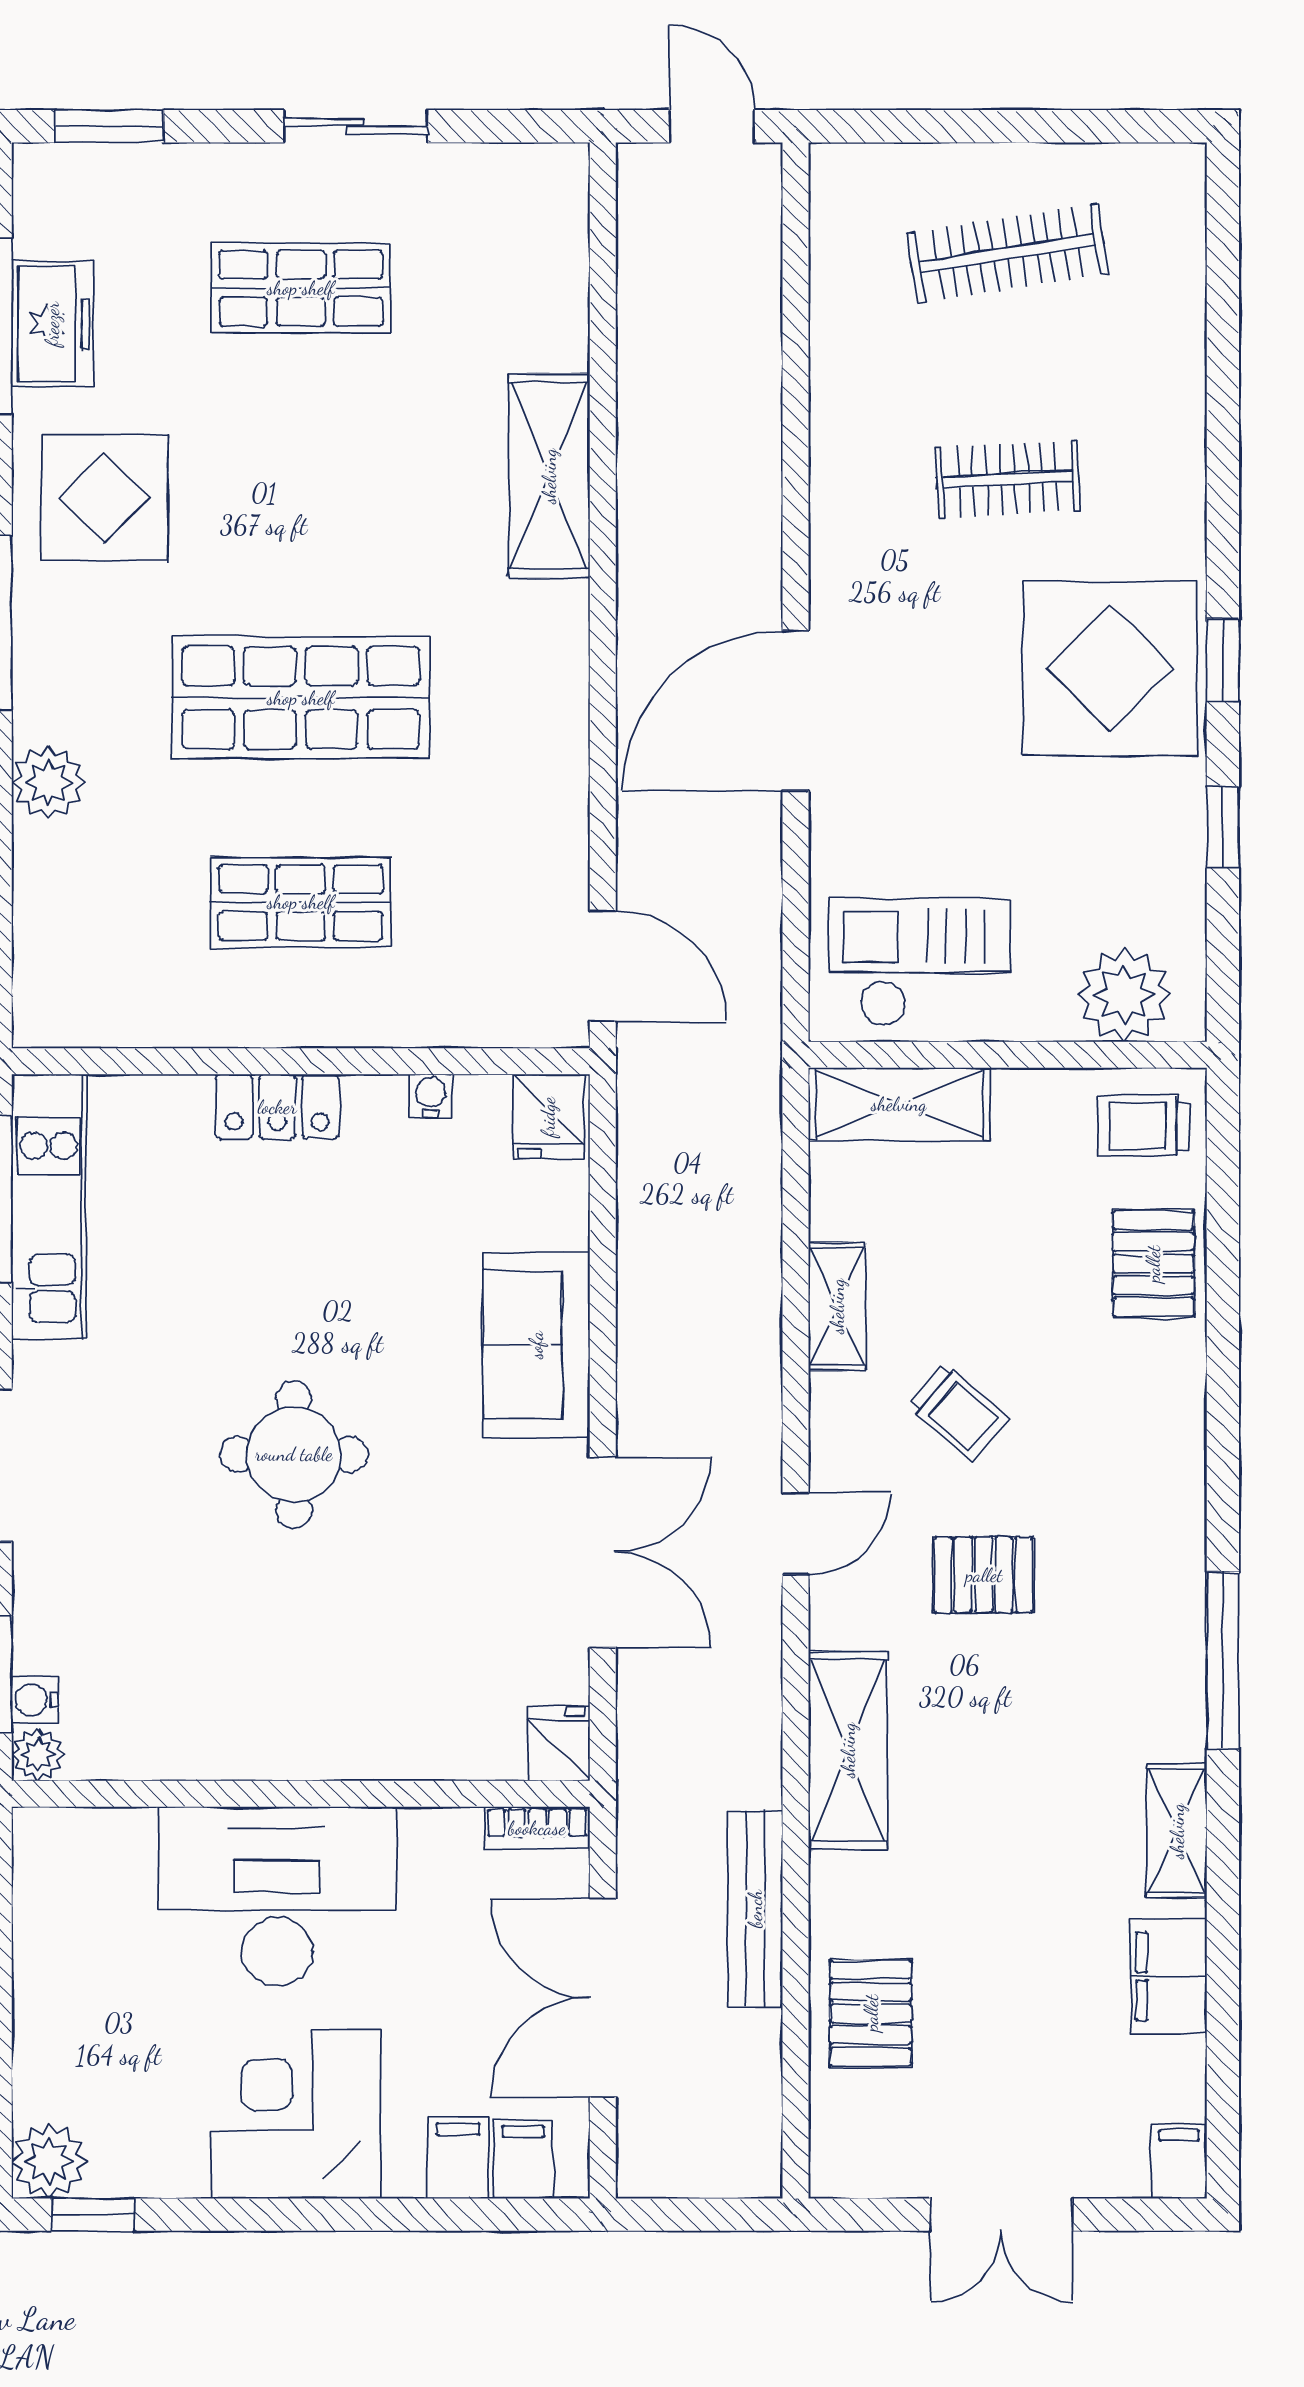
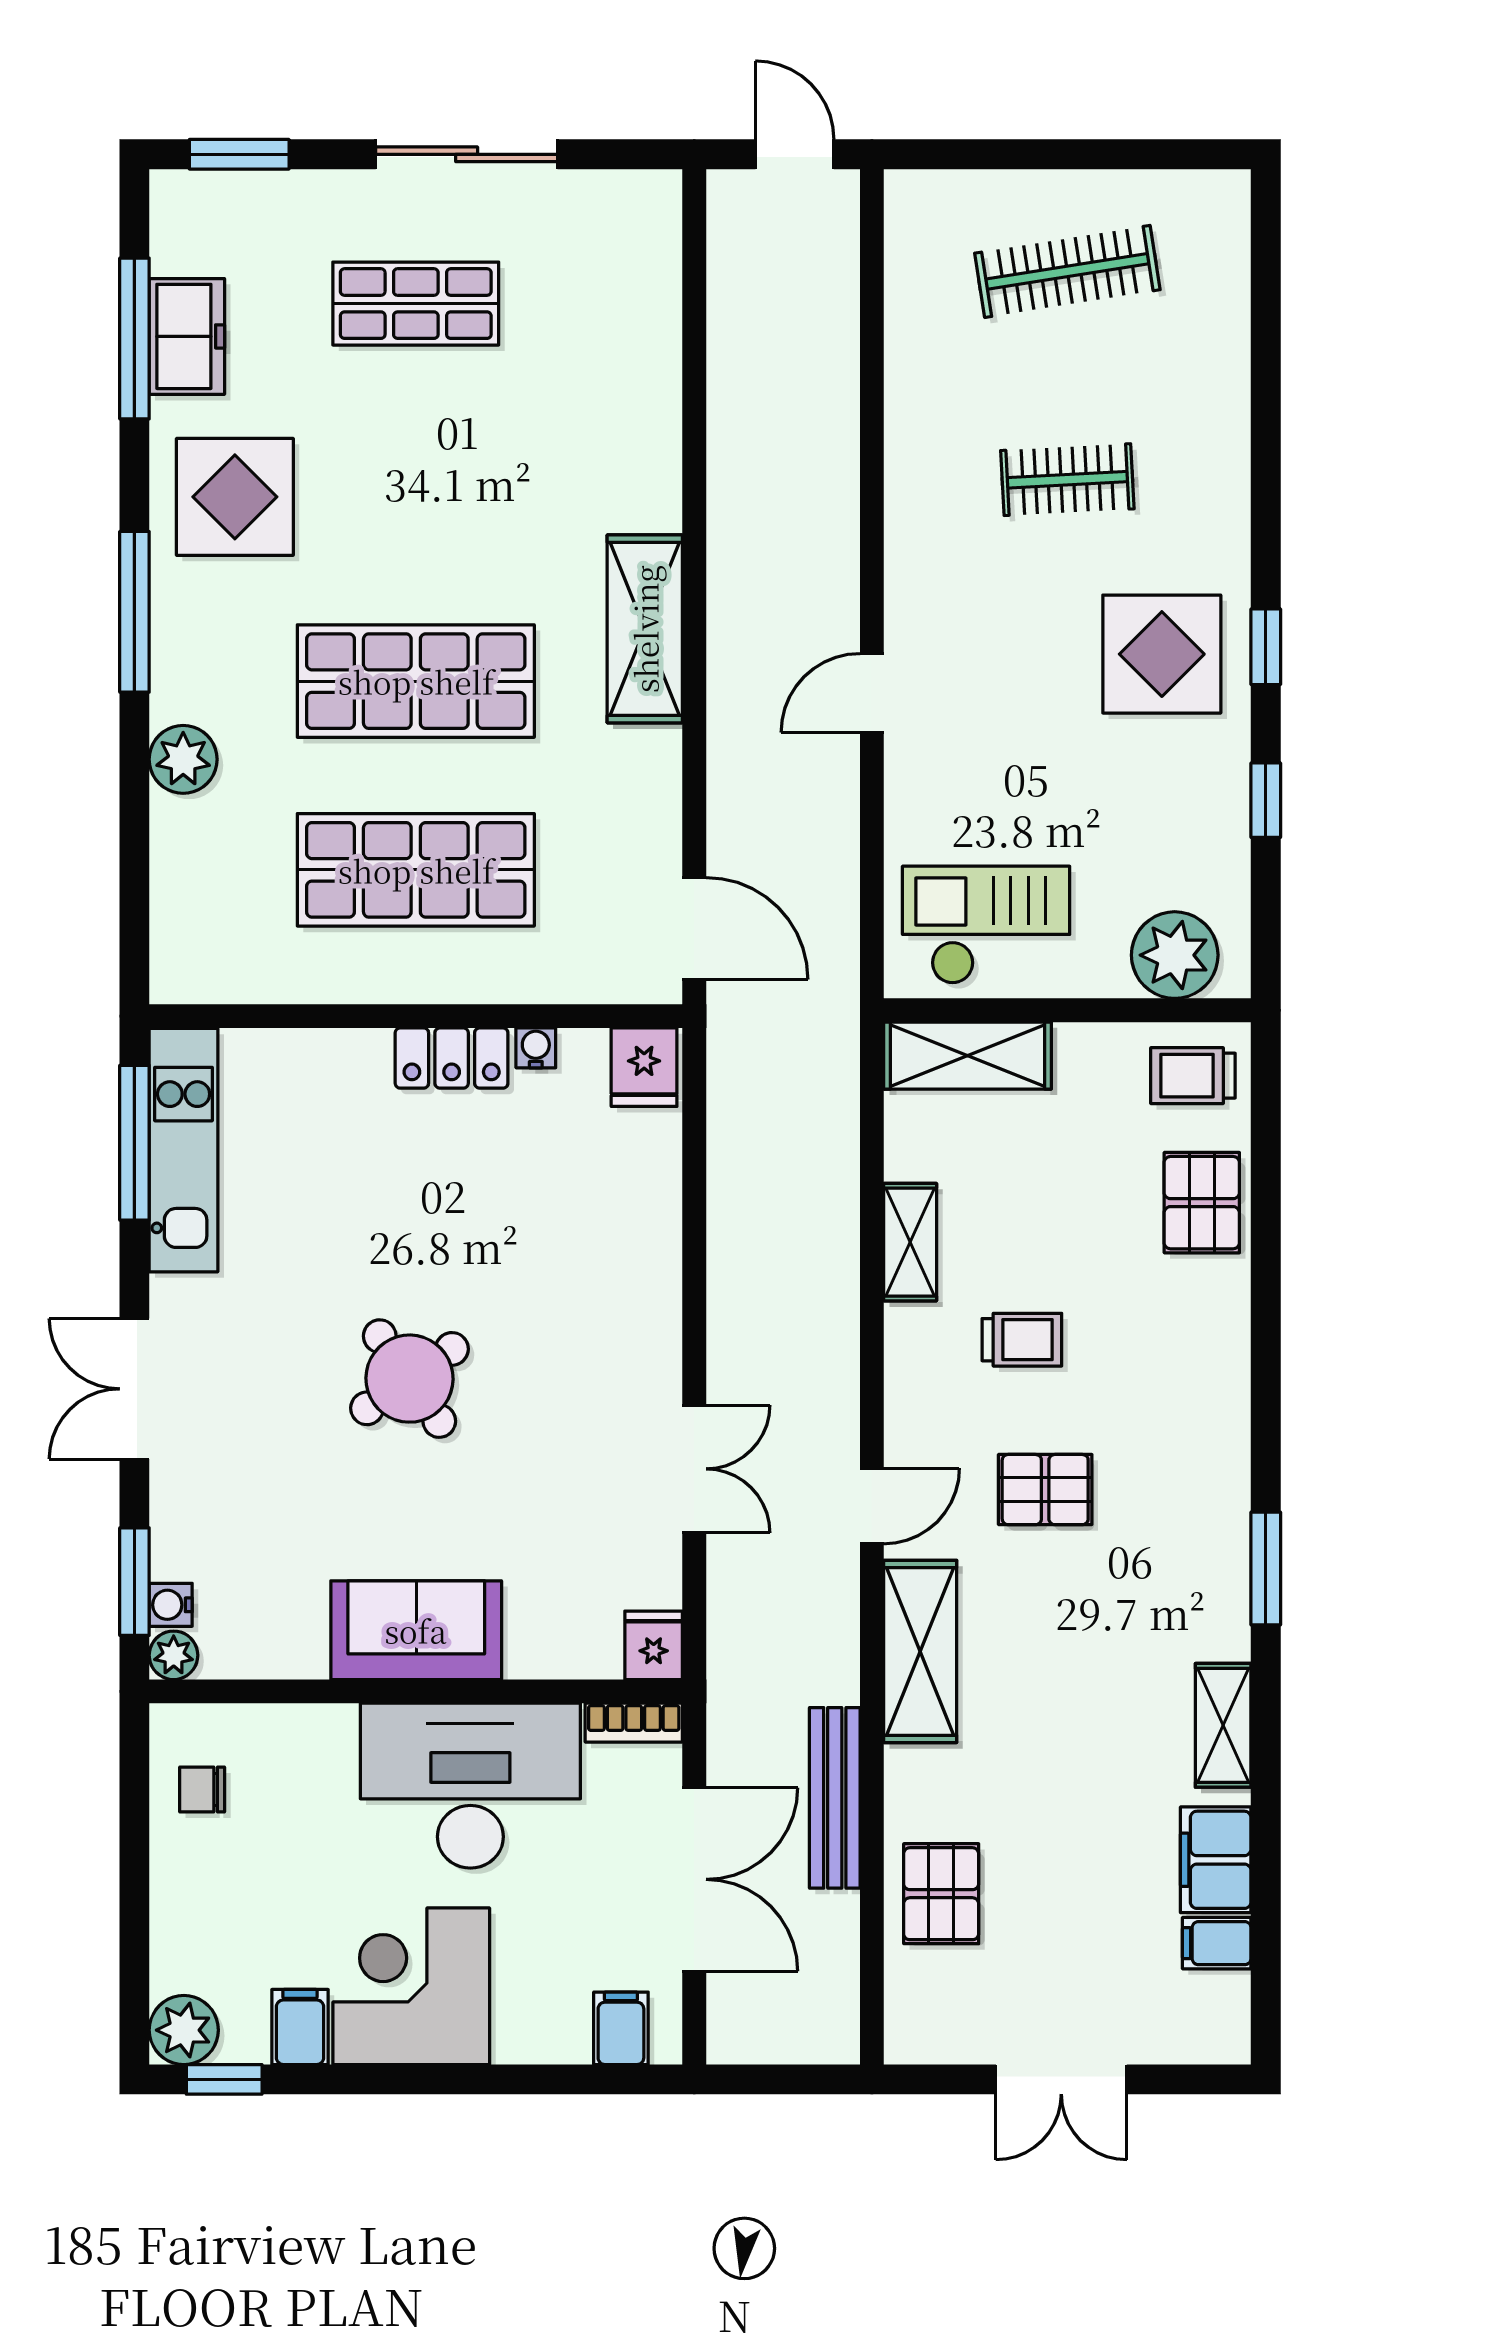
sliding door: (356, 126) -> (467, 154), width x1.37
shelving: (549, 476) -> (645, 629), moved
display table: (1110, 668) -> (1162, 654), width x0.73, depth x0.73
door: (796, 711) -> (872, 693), width x0.53
shop shelf: (301, 902) -> (416, 870), width x1.43, depth x1.36
locker: (277, 1107) -> (452, 1058), moved
sofa: (536, 1345) -> (416, 1630), moved, turned 90
trolley: (958, 1412) -> (1022, 1340), turned -41
round table: (294, 1454) -> (409, 1379), turned -35
door: (796, 1534) -> (872, 1506), moved
double door: (603, 1552) -> (694, 1469), width x0.73
window: (1223, 1660) -> (1266, 1568), width x0.69
desk: (277, 1896) -> (470, 1786), moved
chair: (69, 1900) -> (202, 1790), added
double door: (603, 1998) -> (694, 1879), swing flipped
filing cabinet: (458, 2158) -> (300, 2027), moved
filing cabinet: (1179, 2161) -> (1217, 1943), moved, turned -90

